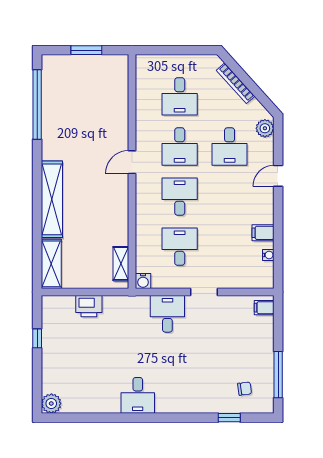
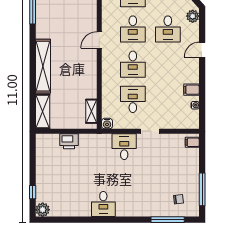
desk: (180, 197) -> (133, 64), turned 180
window: (37, 338) -> (33, 192), moved
window: (229, 418) -> (168, 220), width x2.17

